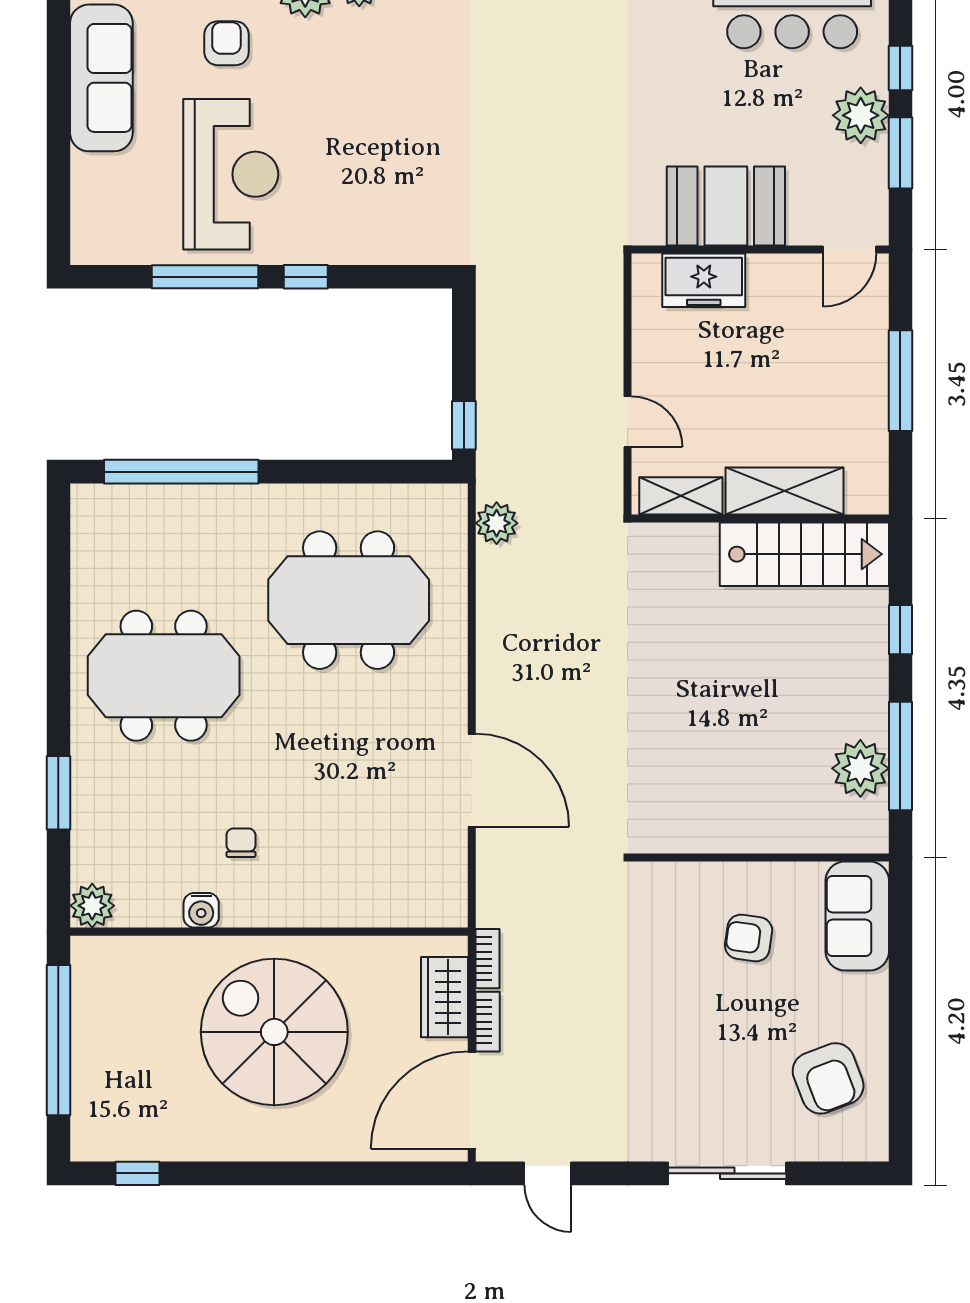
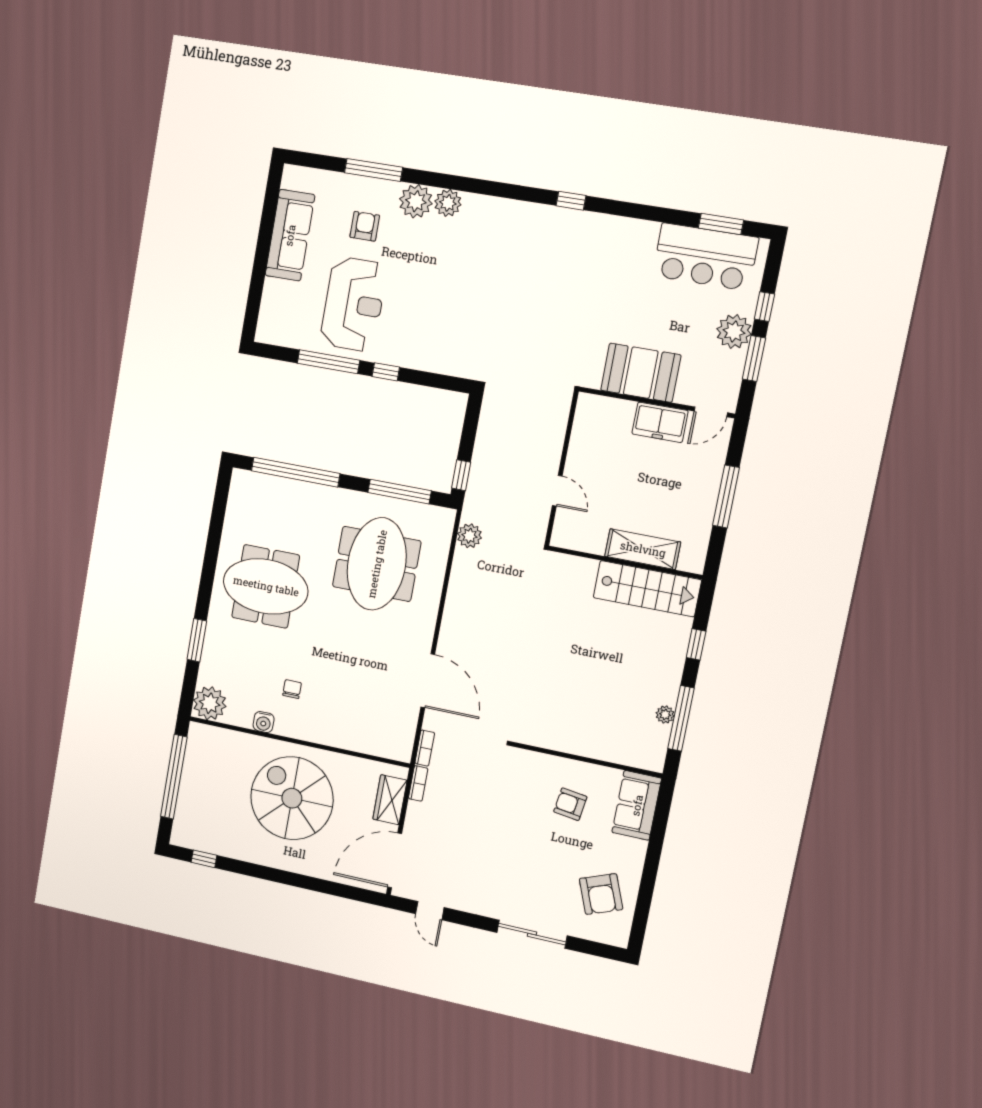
freezer: (704, 280) -> (660, 422), moved
window: (365, 472) -> (400, 492), added
shelving: (681, 496) -> (580, 540), removed
meeting table: (349, 600) -> (377, 564), turned 90
plant: (860, 768) -> (665, 715), width x0.53, depth x0.53
plant: (92, 906) -> (210, 703), width x1.36, depth x1.36
bookcase: (488, 1022) -> (425, 748), moved

